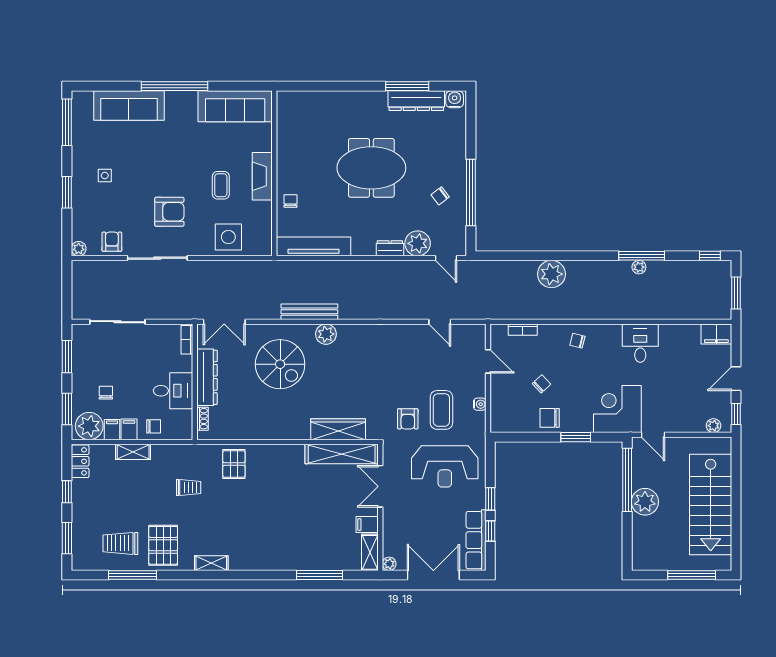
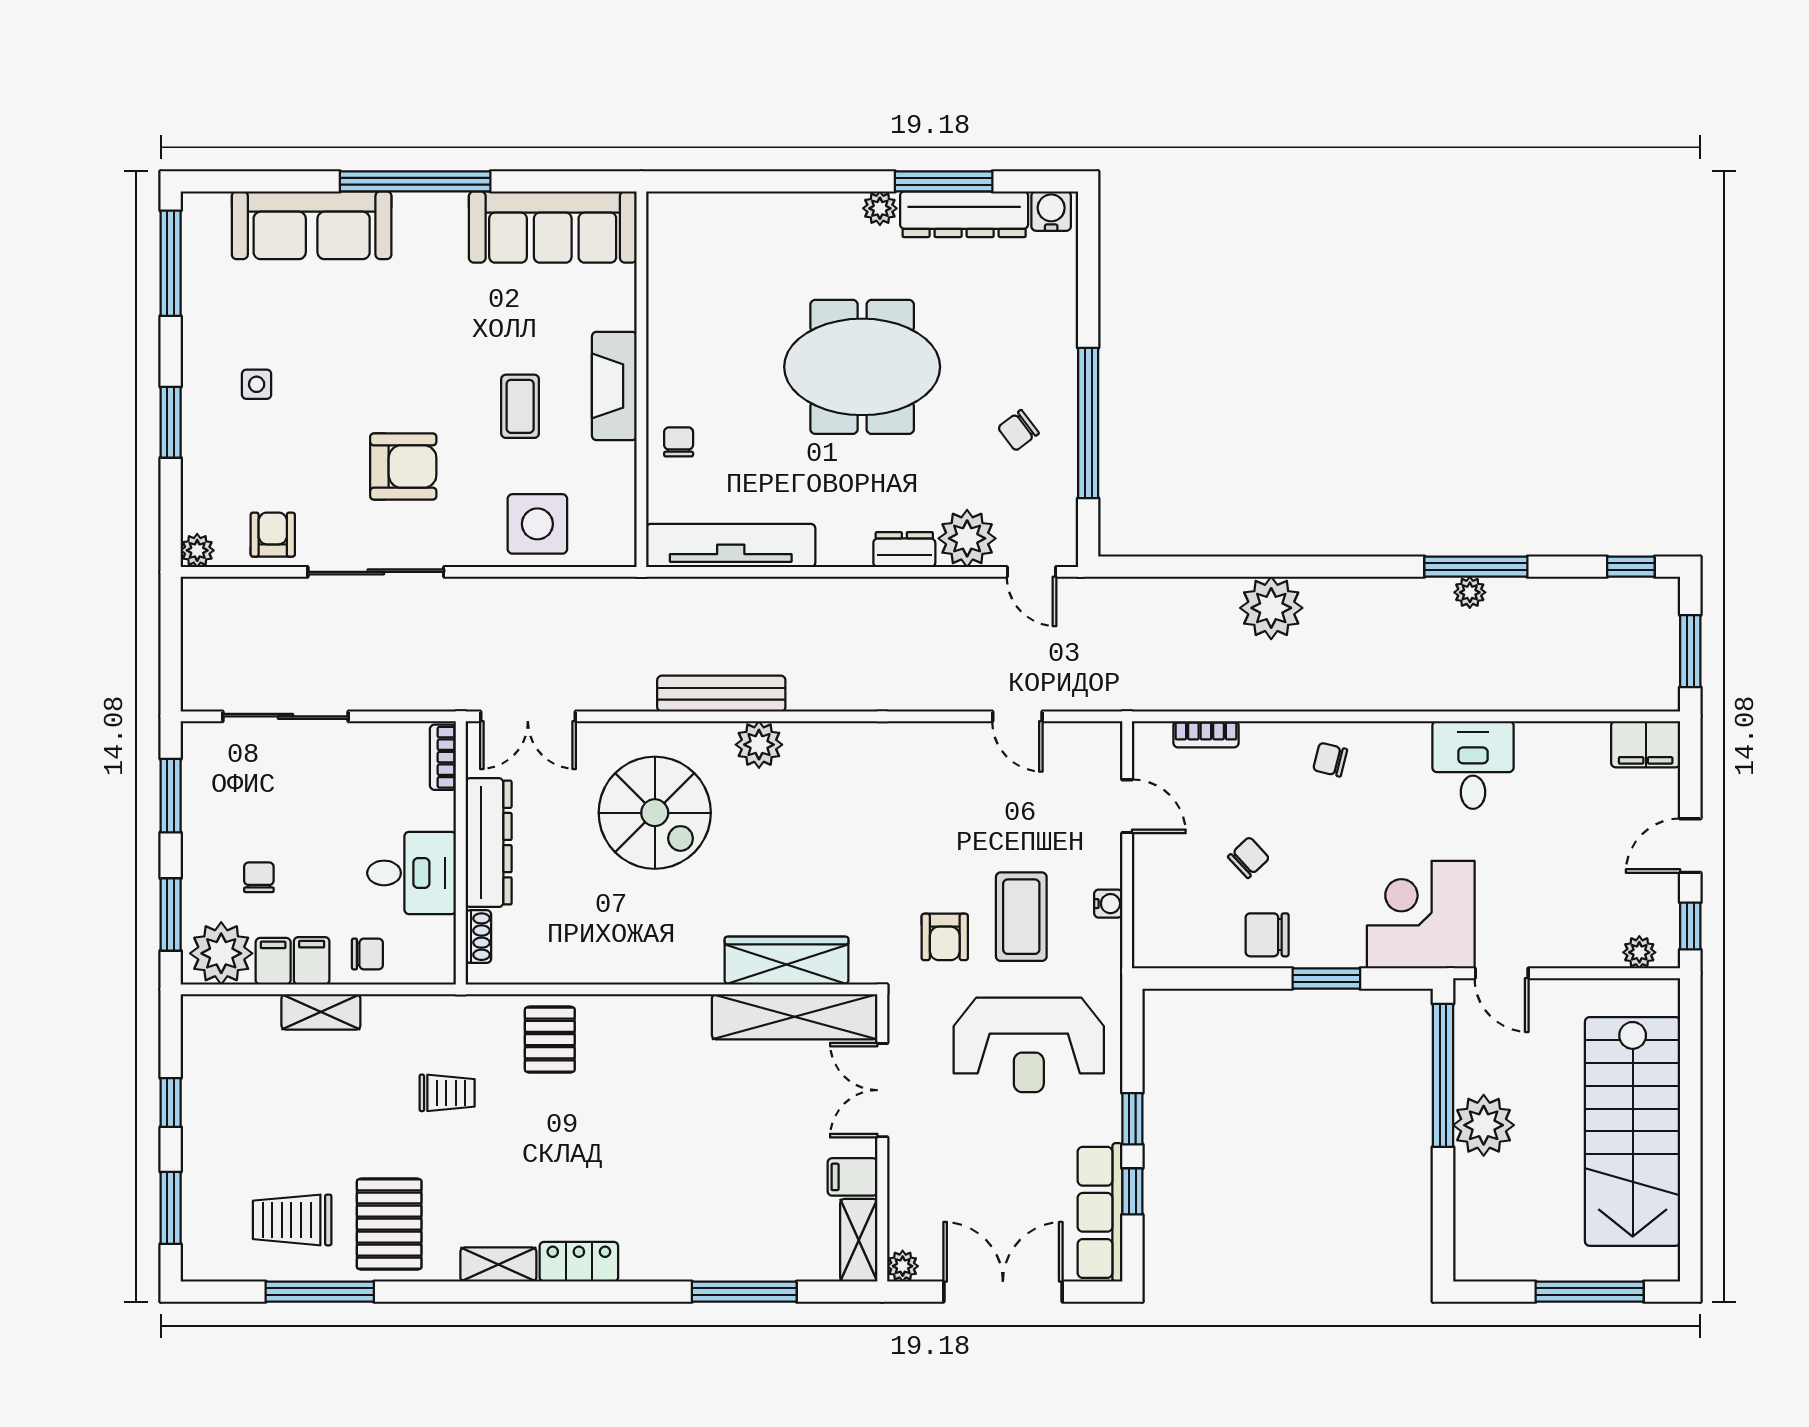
plant: (379, 98) -> (880, 208), added
locker: (80, 461) -> (579, 1262), moved, turned -90

